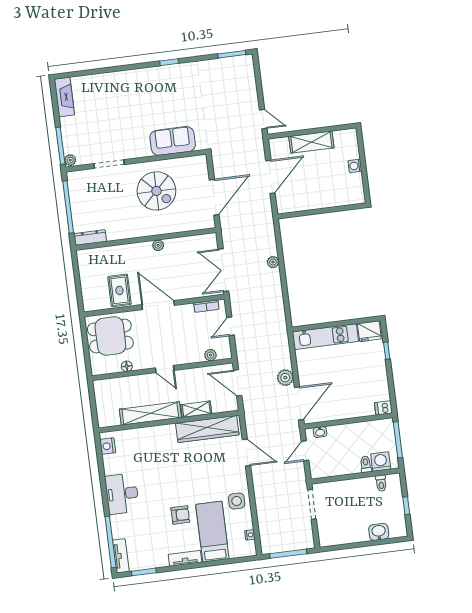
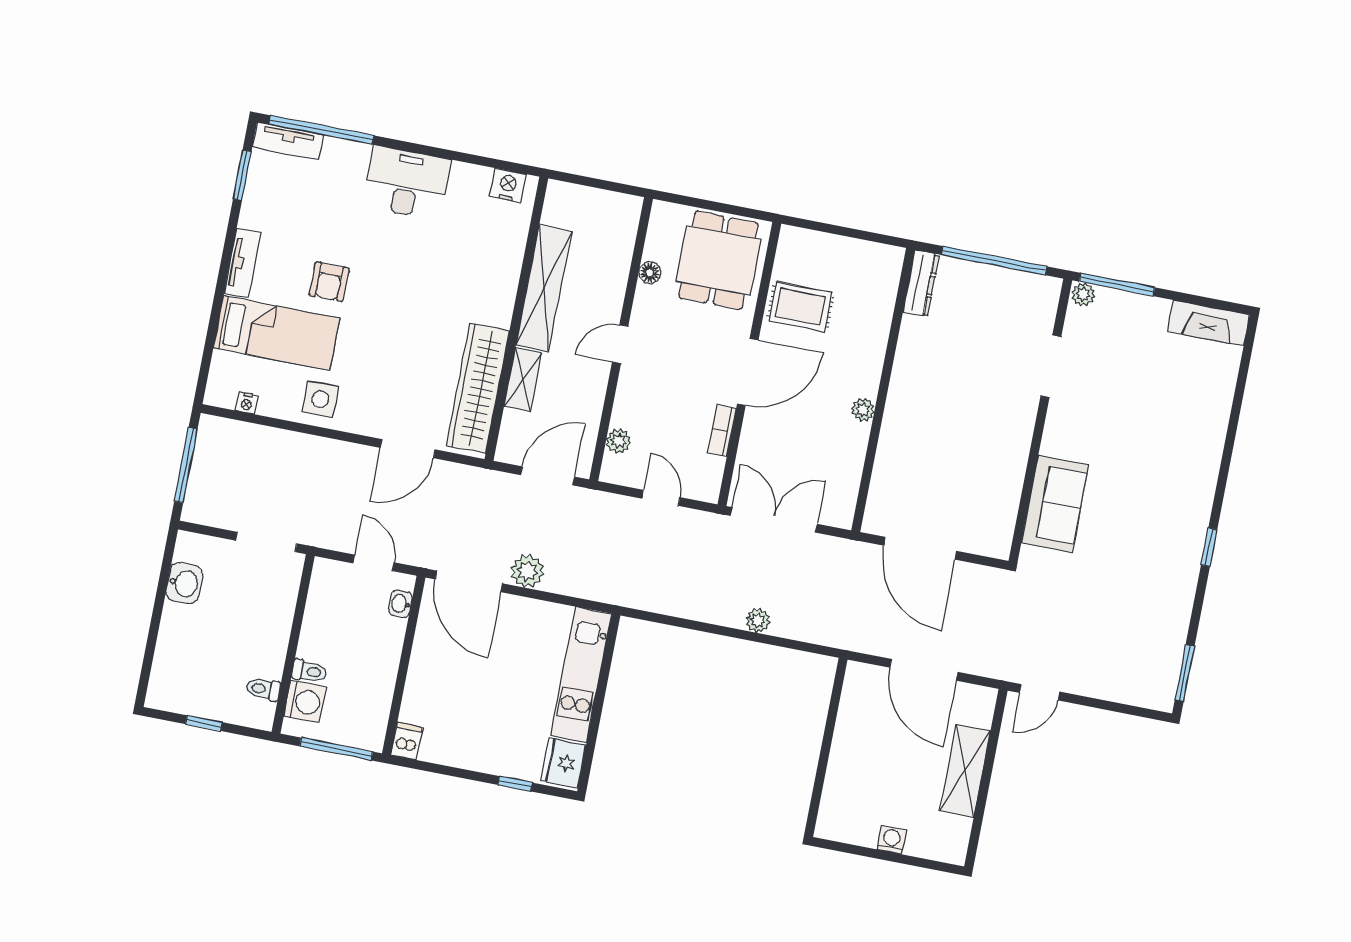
spiral stairs: (156, 191) -> (969, 441), removed
bookcase: (206, 306) -> (722, 431), moved
washbasin: (379, 532) -> (184, 583), moved

